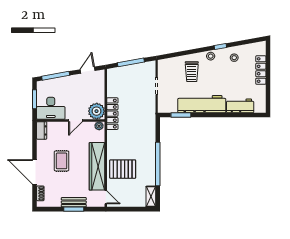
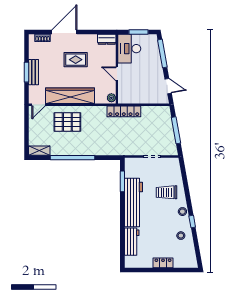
locker: (261, 70) -> (163, 263), width x0.66
plant: (97, 111) -> (126, 95), removed
pallet: (123, 169) -> (67, 122), turned 90

